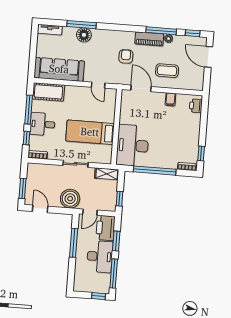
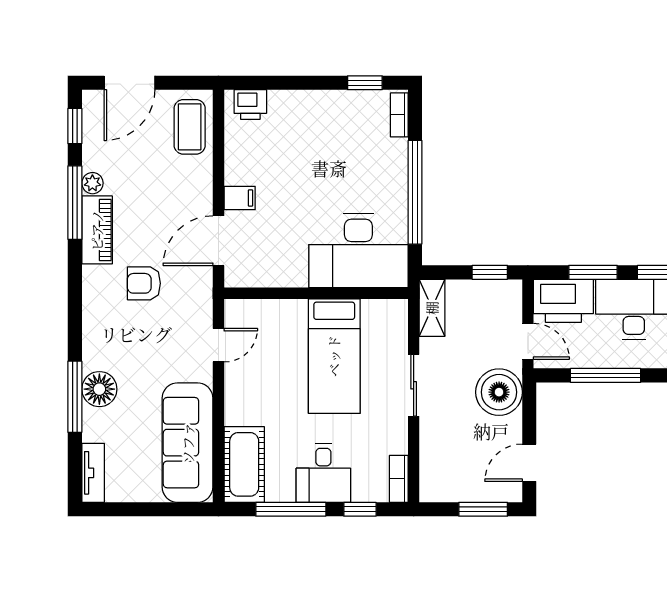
coffee table: (167, 71) -> (190, 127), moved
filing cabinet: (170, 99) -> (240, 198), moved

